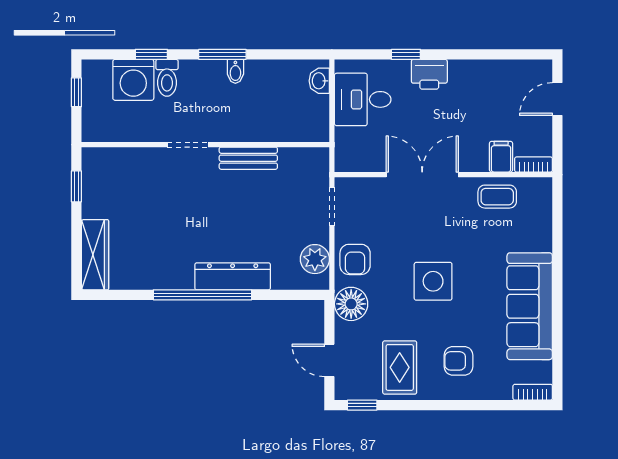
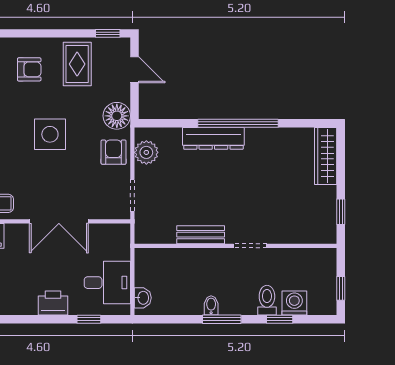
window: (406, 54) -> (89, 319), moved
washing machine: (133, 80) -> (294, 303), width x0.73, depth x0.73

